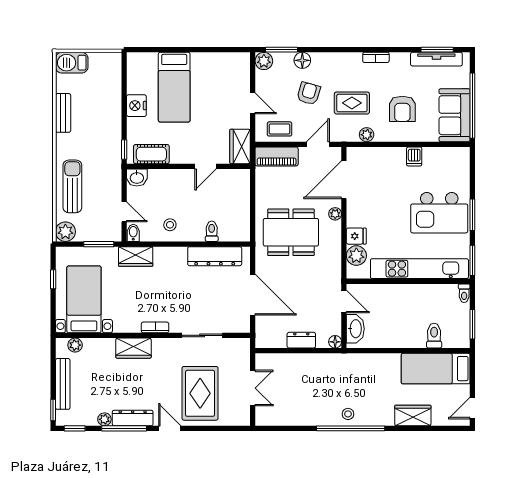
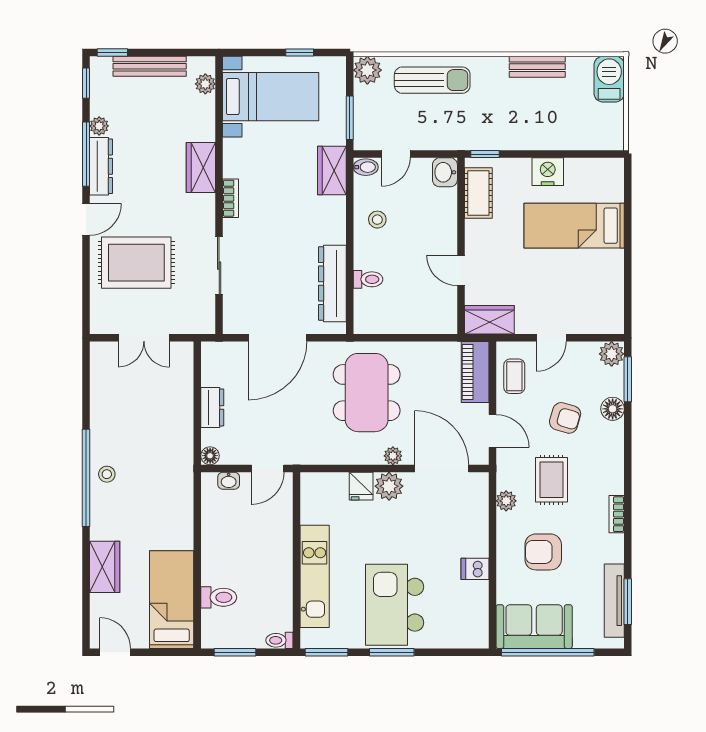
plant: (356, 256) -> (389, 486), moved
kitchen unit: (419, 269) -> (315, 576), width x0.73
washbasin: (355, 329) -> (229, 481), width x0.52, depth x0.69

